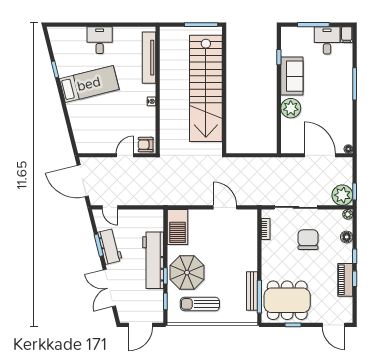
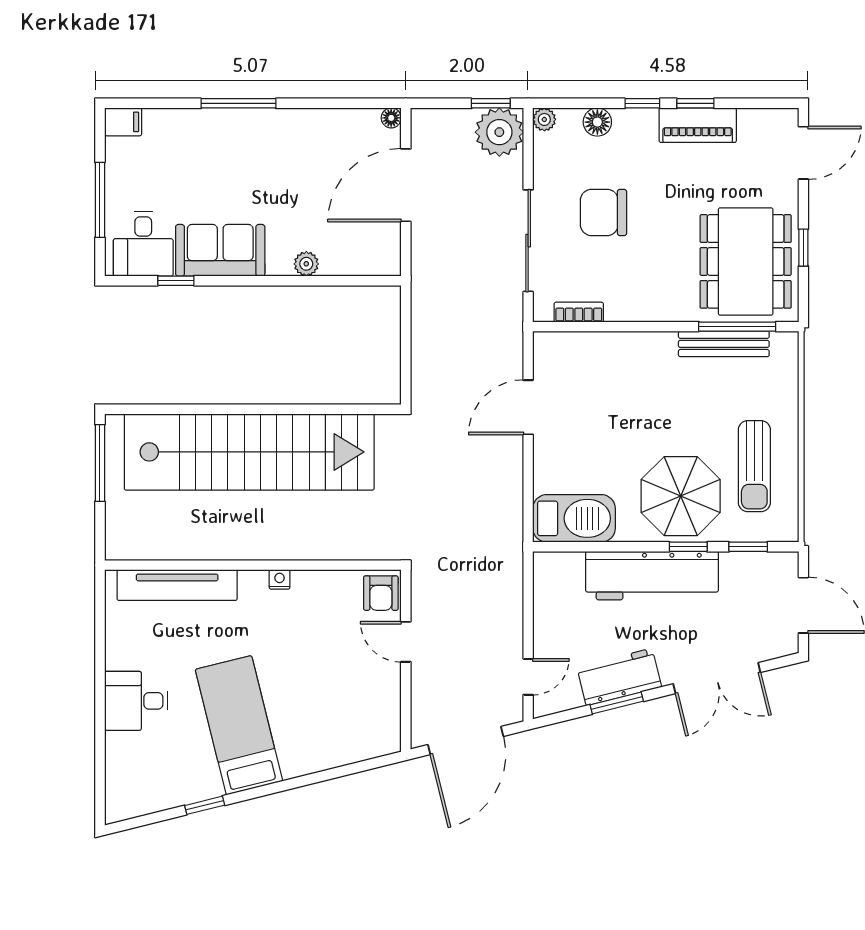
desk: (327, 40) -> (143, 244), moved, turned -90
plant: (291, 108) -> (306, 264), width x0.53, depth x0.53

